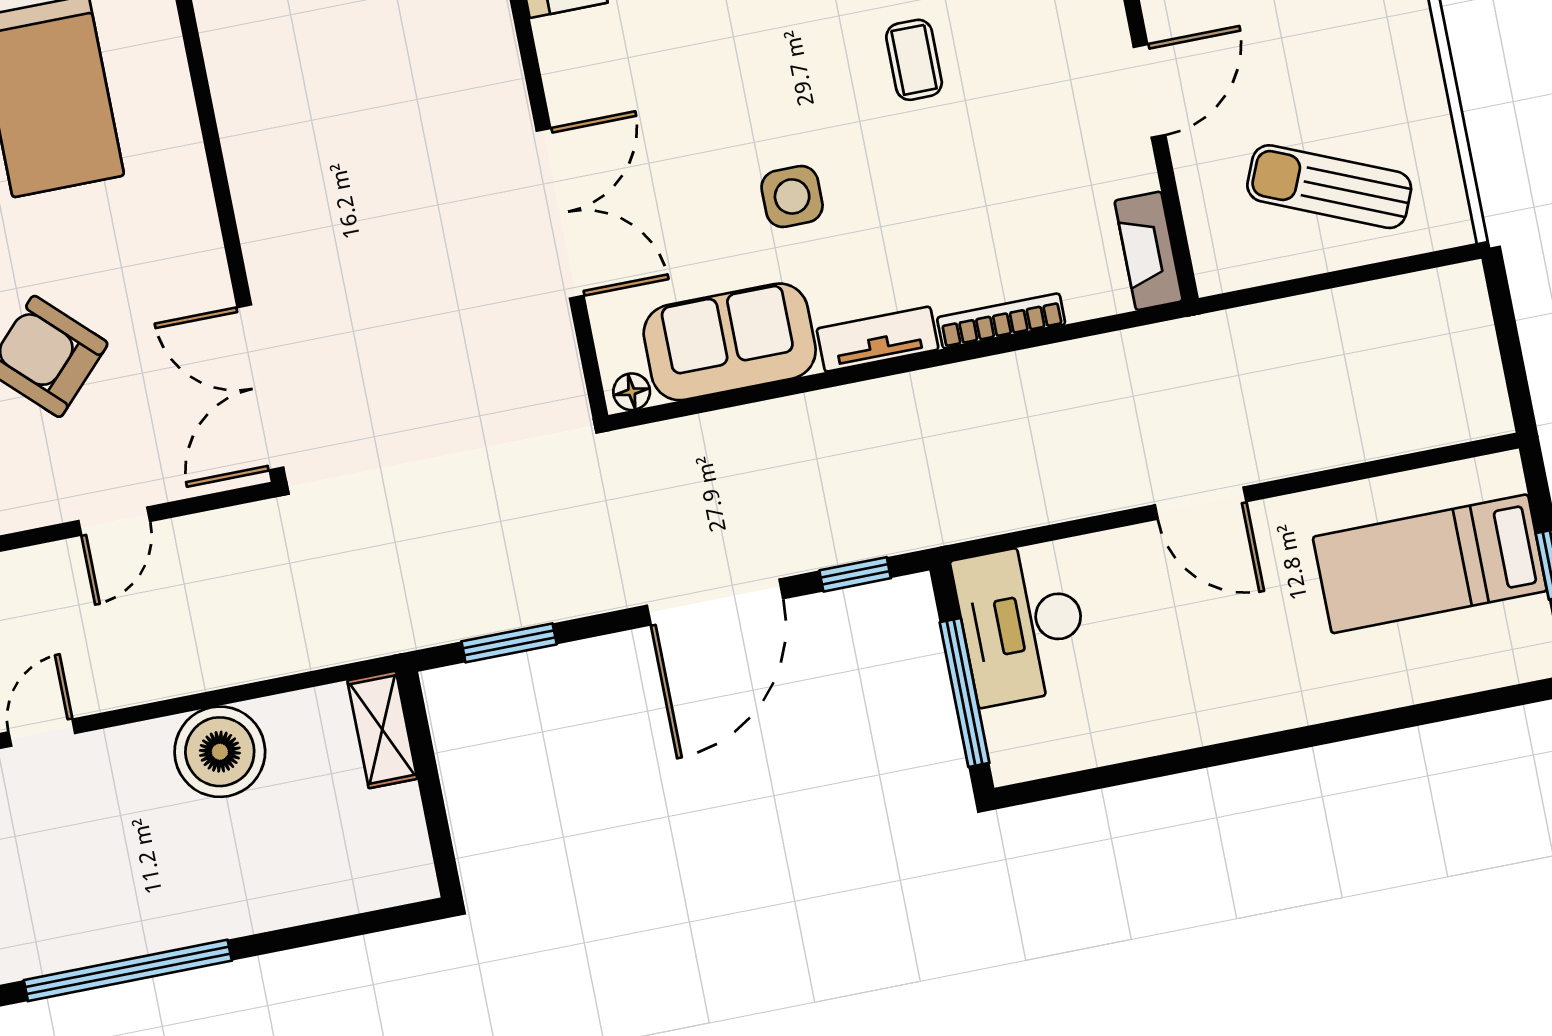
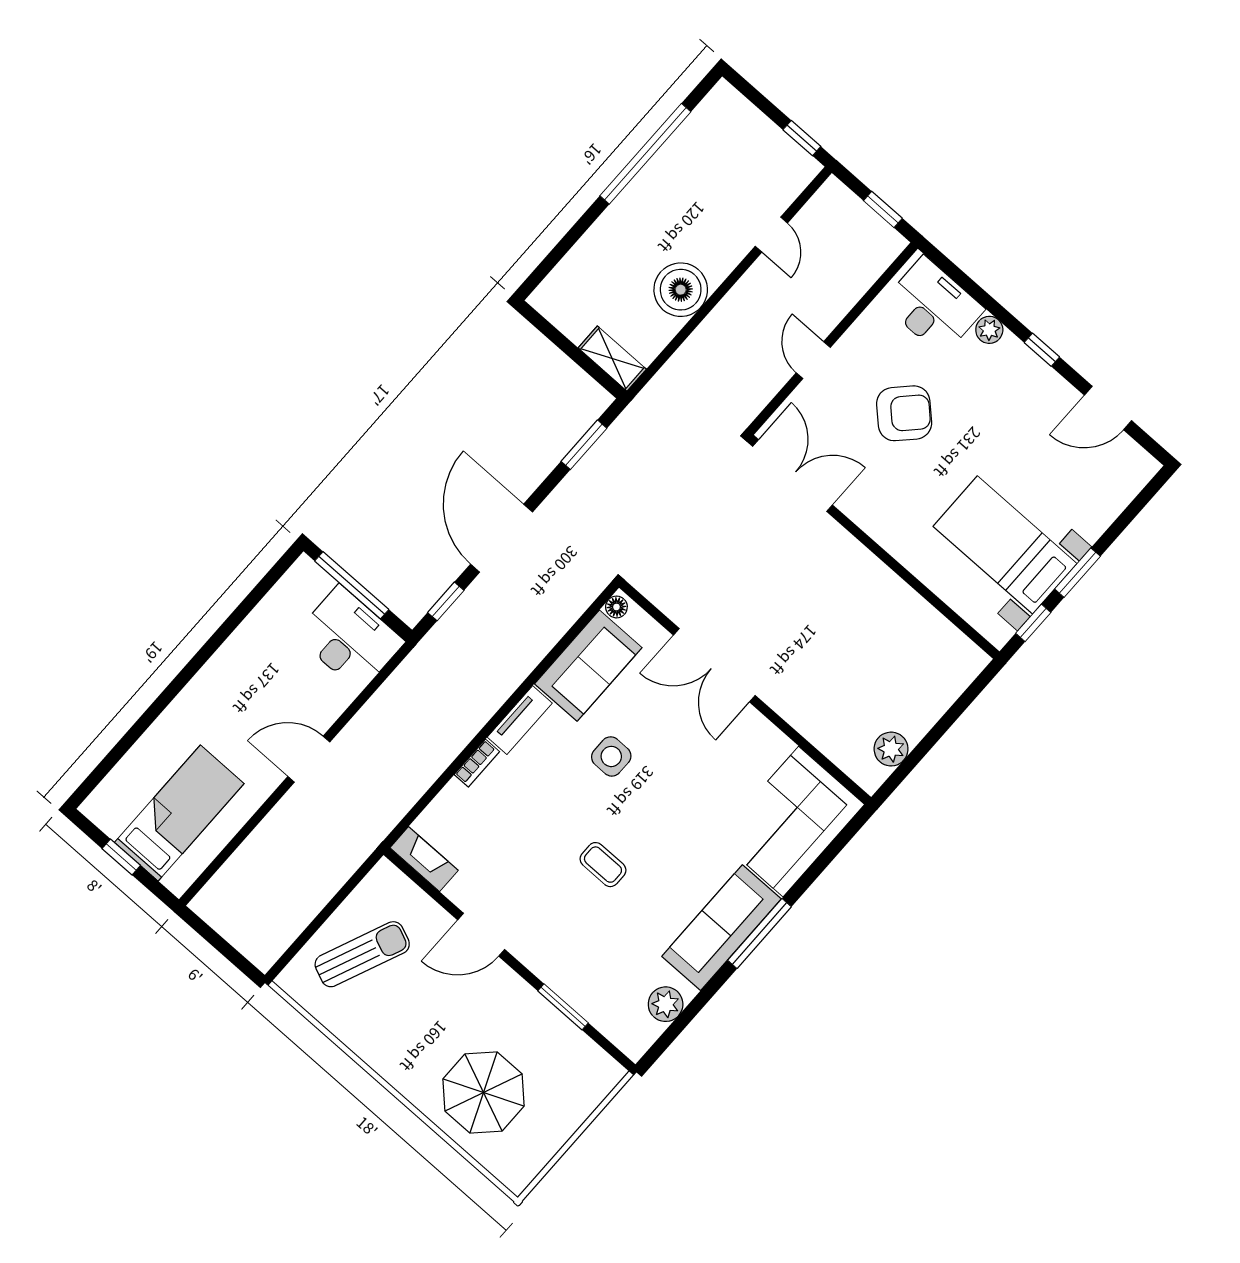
door: (1150, 91) -> (481, 935), hinge flipped
bookcase: (1001, 321) -> (477, 763), width x0.64

